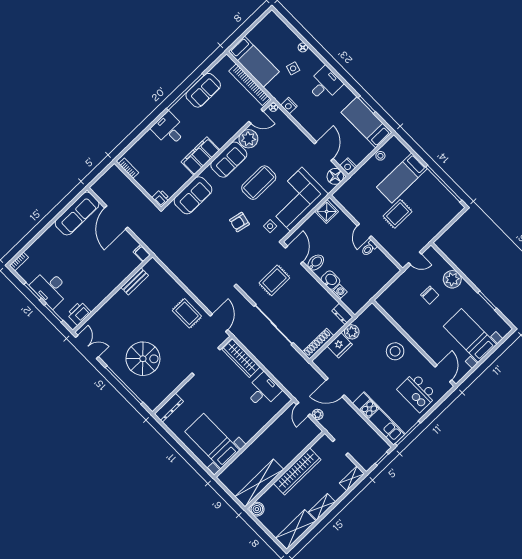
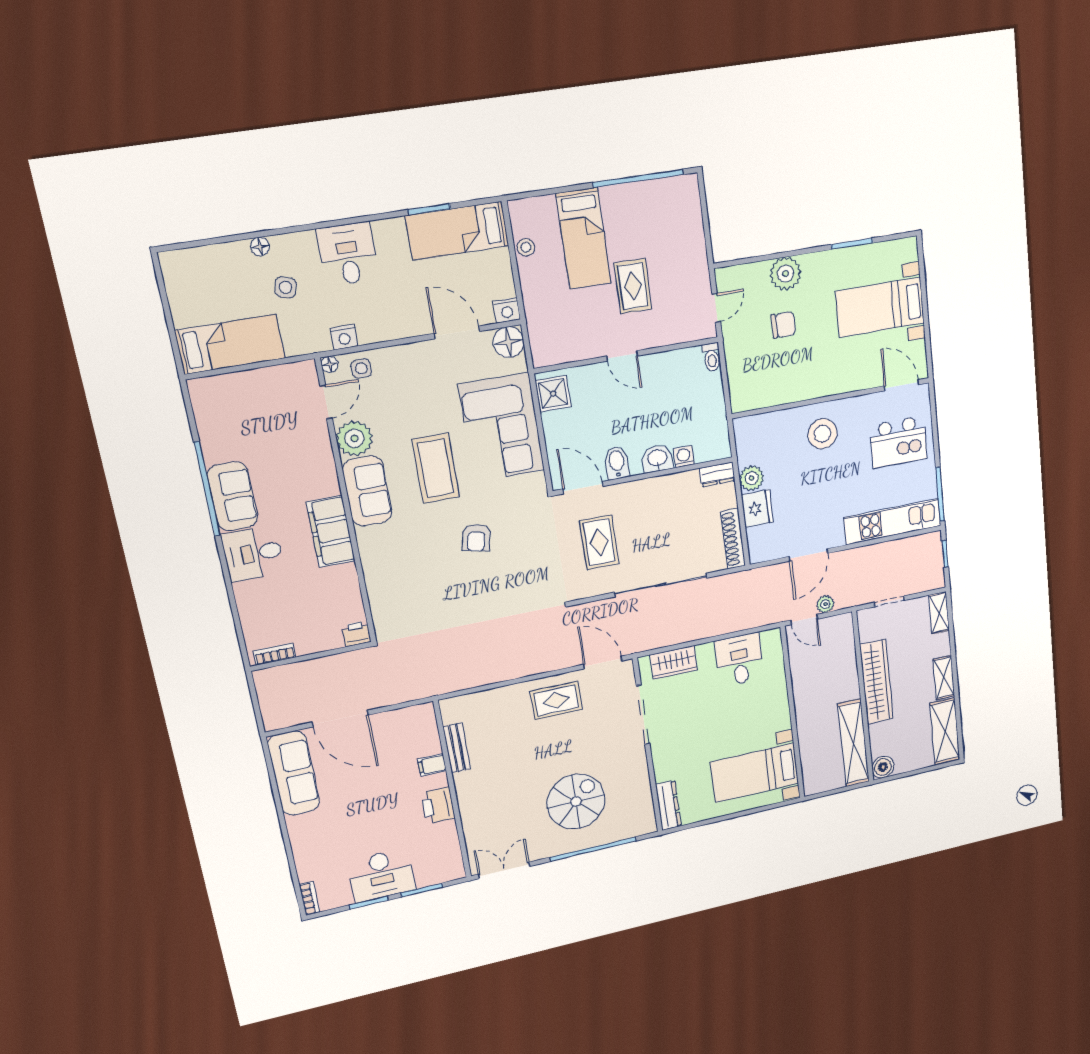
bookcase: (249, 85) -> (265, 378), removed
sofa: (203, 90) -> (232, 496), moved
sofa: (193, 195) -> (386, 582), removed
side table: (270, 226) -> (361, 368), moved
toilet: (369, 248) -> (712, 357), moved
filing cabinet: (142, 253) -> (432, 765), moved
printer: (79, 313) -> (438, 805), moved
wardrobe: (241, 358) -> (674, 662), width x0.67

